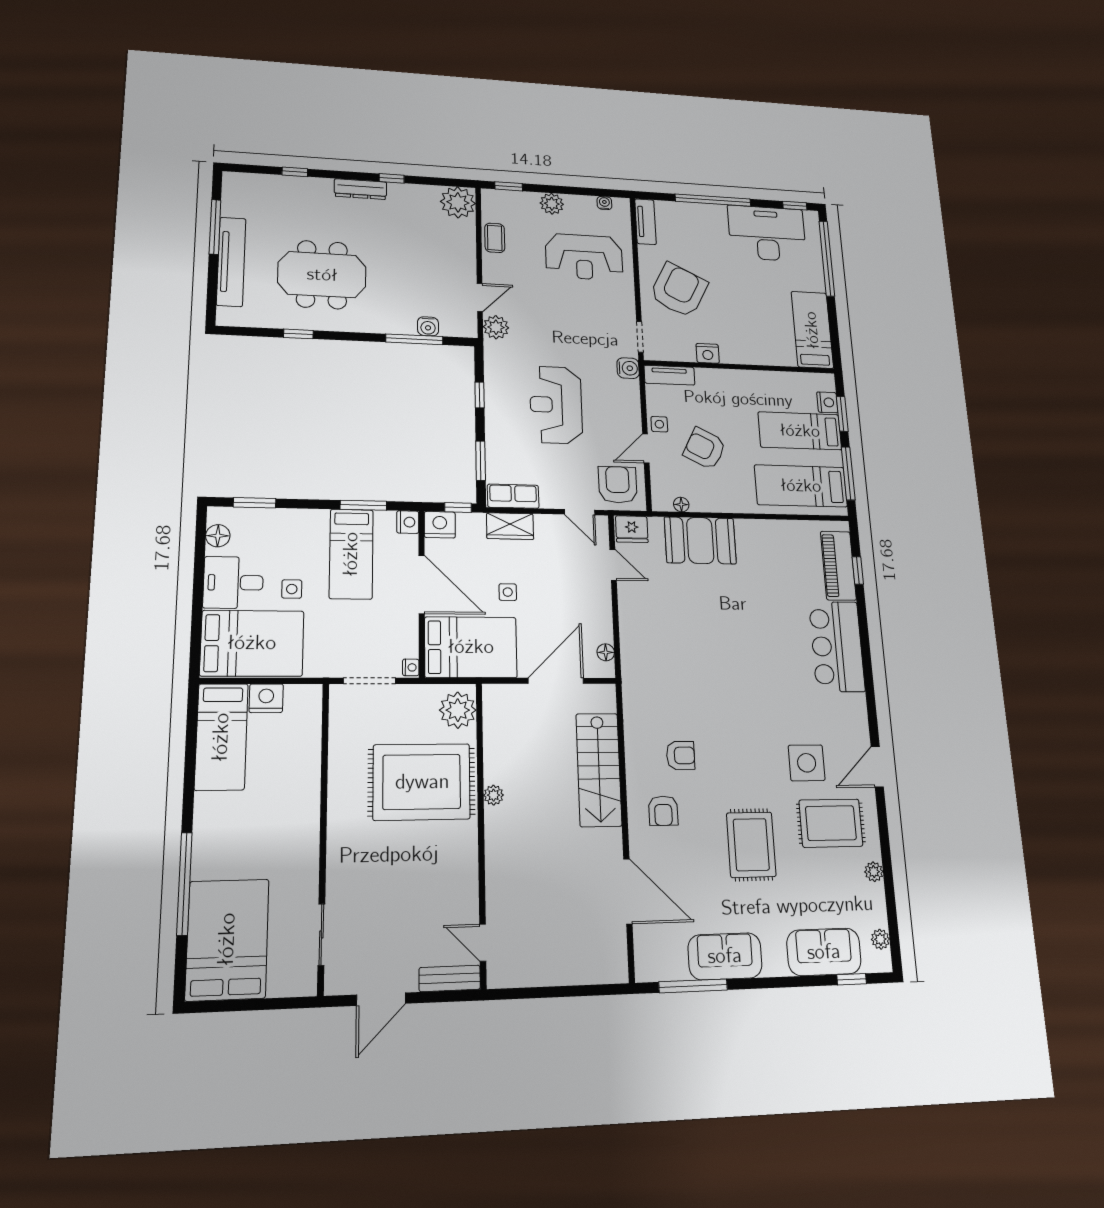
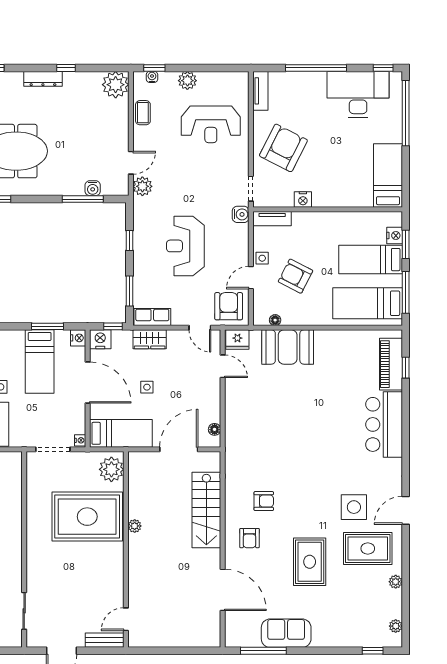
water cooler: (604, 203) -> (152, 77), moved
bed: (471, 647) -> (121, 433), width x0.67
door: (483, 943) -> (126, 619), hinge flipped
sofa: (824, 952) -> (355, 633), removed

